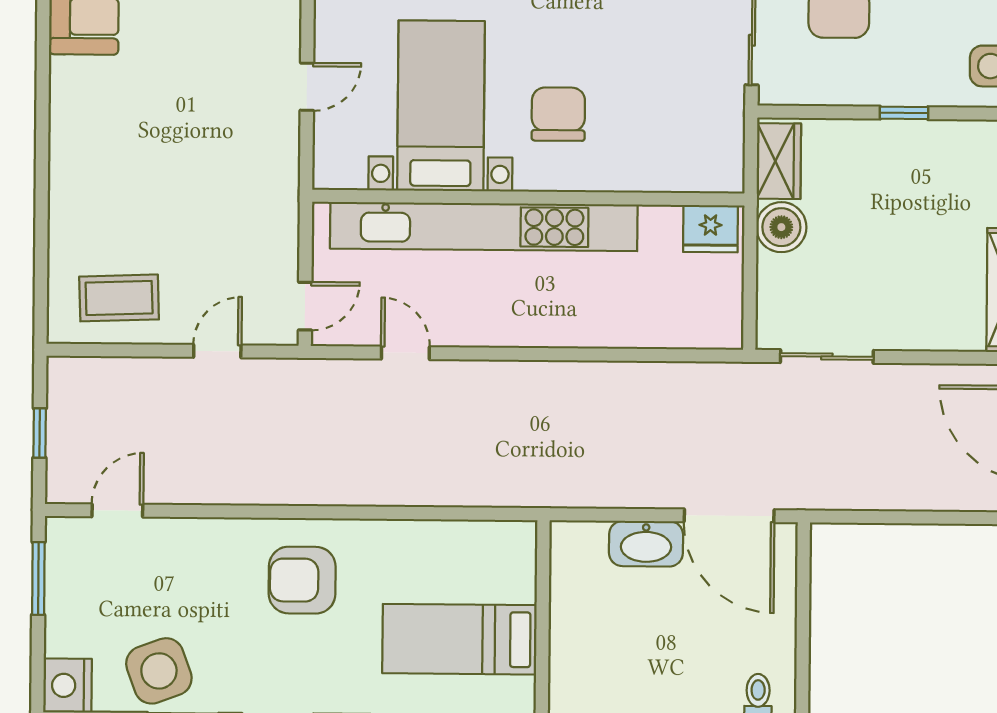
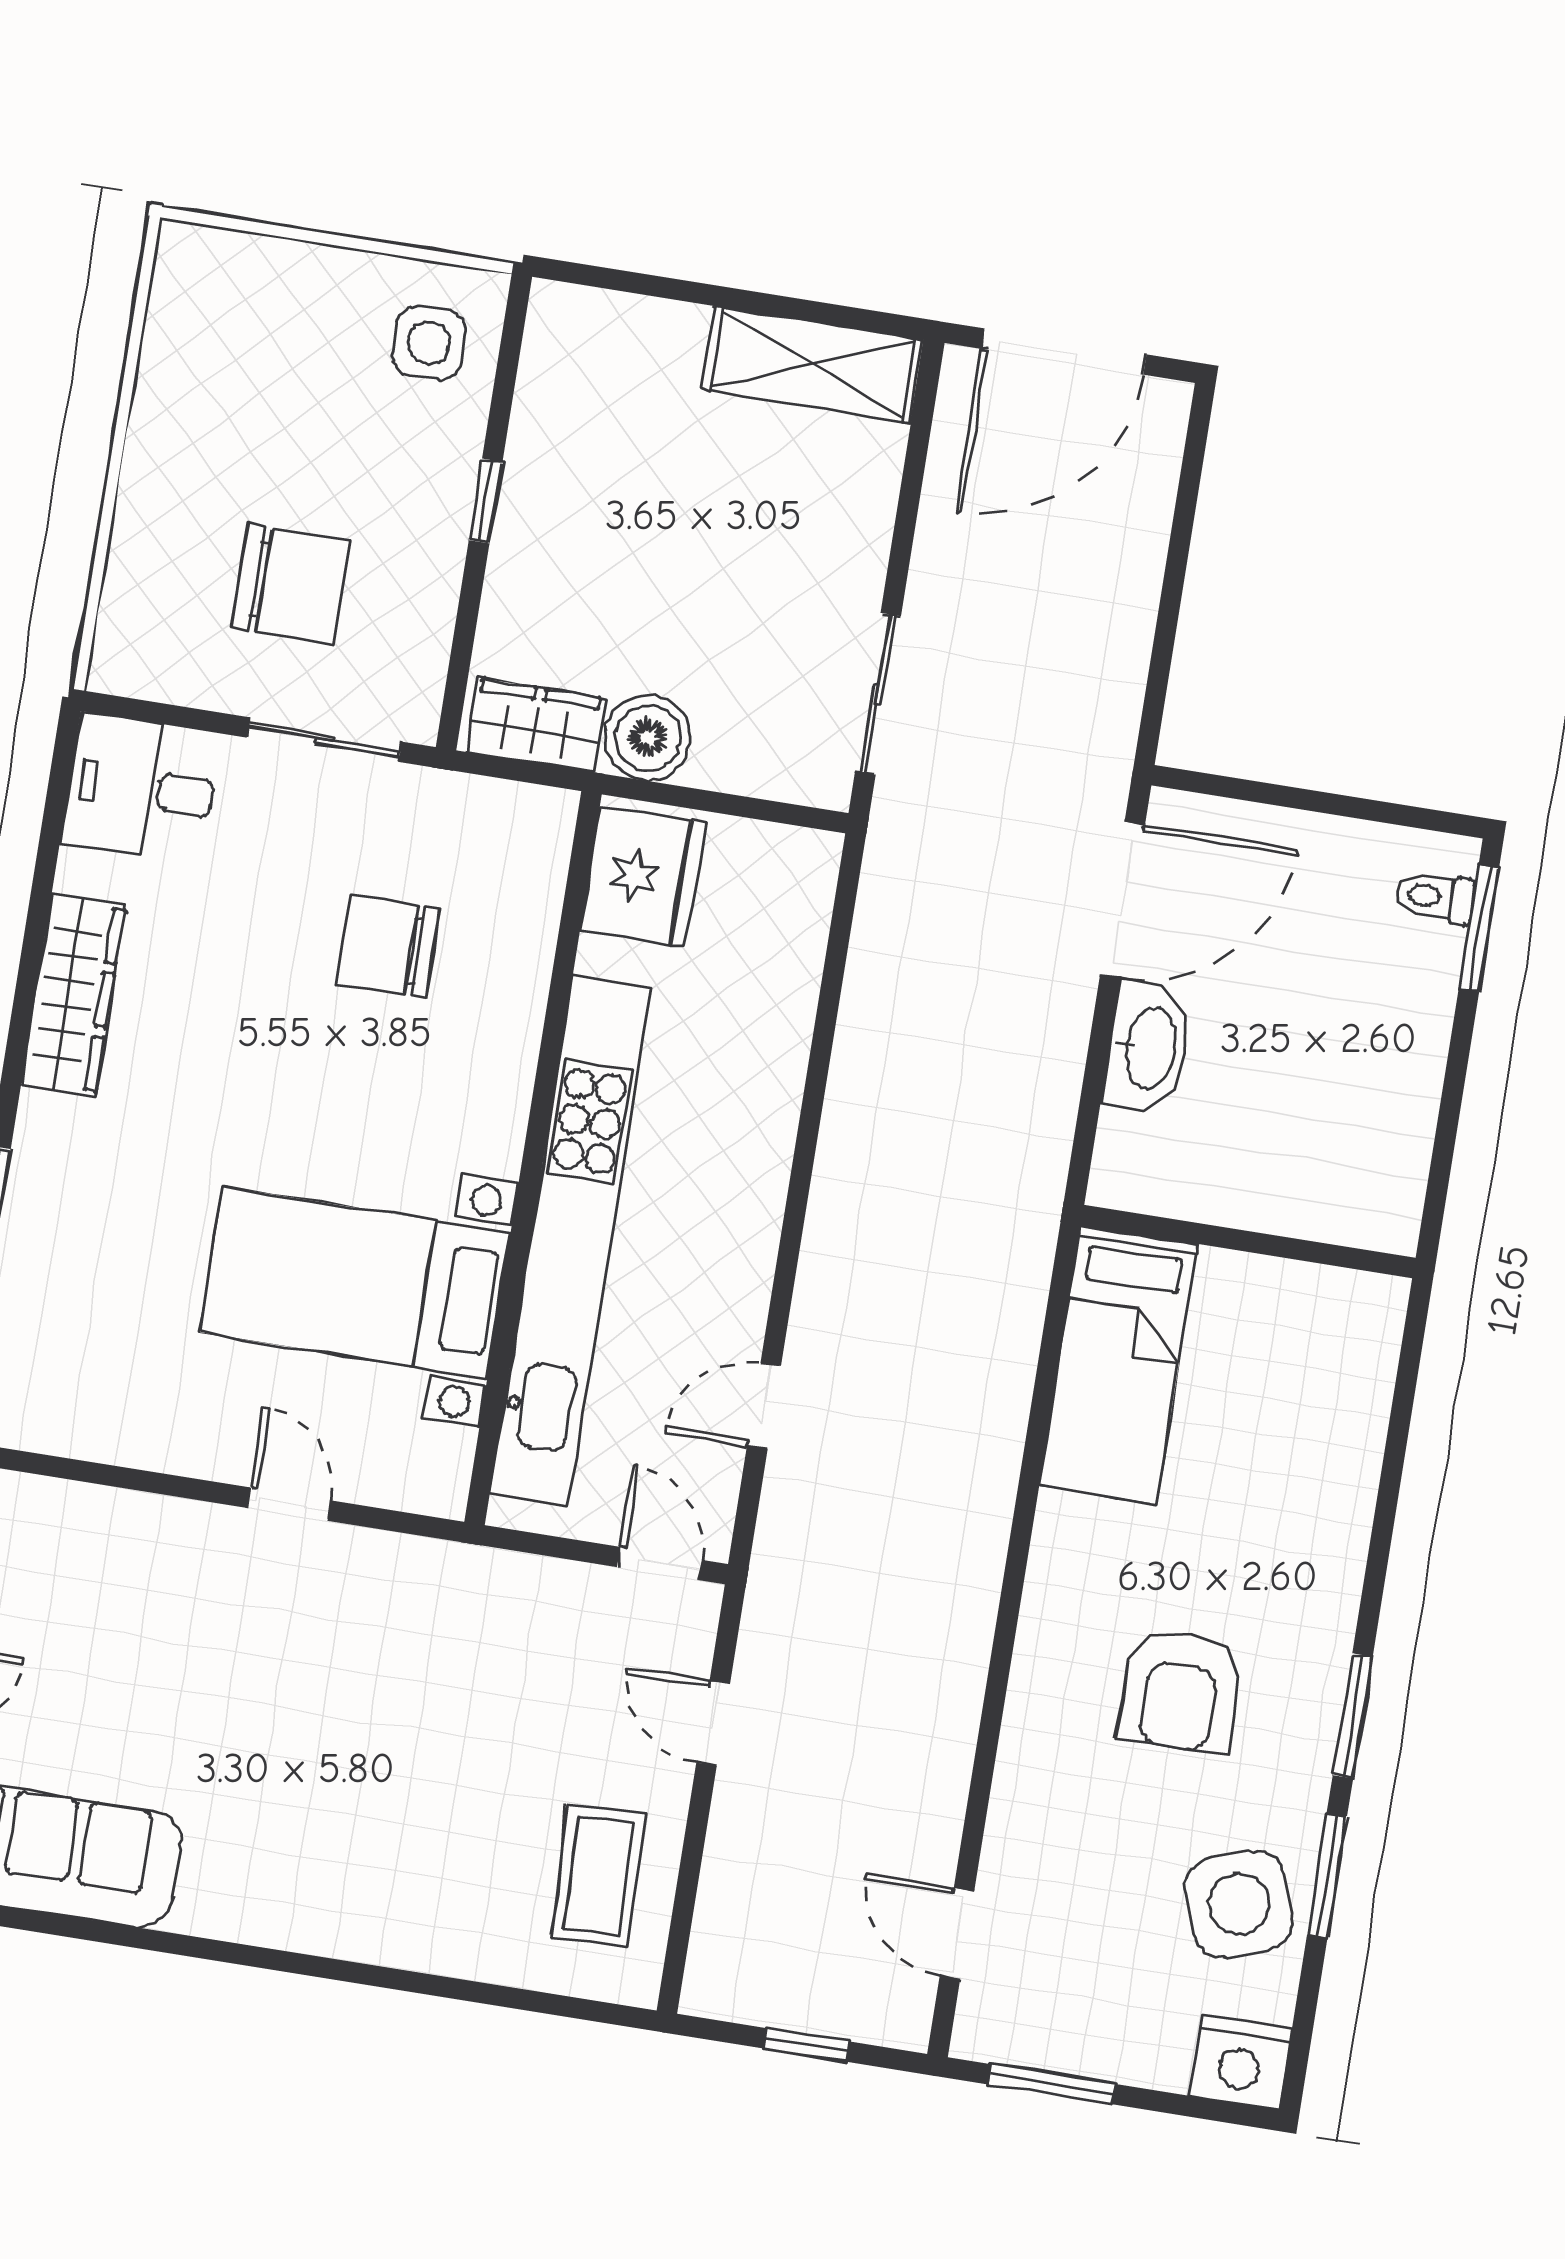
chair: (558, 114) -> (388, 946), moved
fridge: (710, 229) -> (643, 877), width x1.36, depth x1.34
armchair: (302, 580) -> (1181, 1690), moved
bed: (459, 639) -> (1119, 1365), moved

